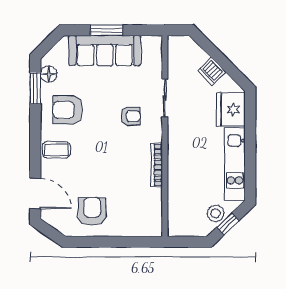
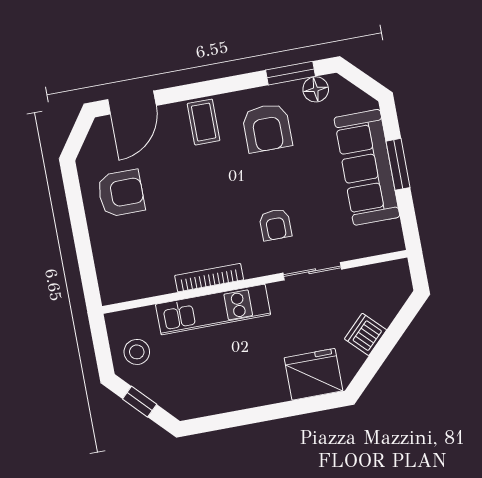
armchair: (68, 110) -> (267, 128), turned 180
kitchen unit: (235, 164) -> (213, 309), moved, turned 180
stool: (215, 213) -> (137, 352), moved

